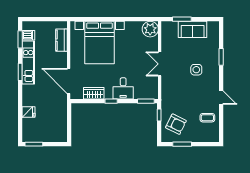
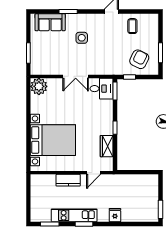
sofa: (193, 29) -> (50, 22), moved, turned 90
dishwasher: (28, 35) -> (45, 215), removed
kitchen counter: (62, 40) -> (68, 180), moved
door: (69, 81) -> (94, 173), width x0.53
desk: (123, 88) -> (102, 89), moved
fridge: (29, 112) -> (115, 215), moved

